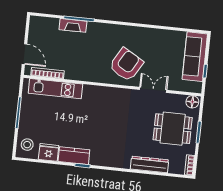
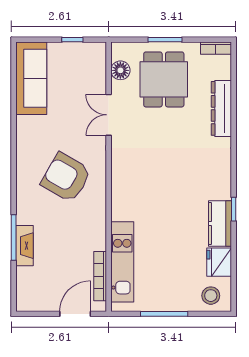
sofa: (195, 57) -> (31, 78), moved, turned -90
armchair: (126, 65) -> (66, 177), moved
floor lamp: (192, 102) -> (120, 70), moved

